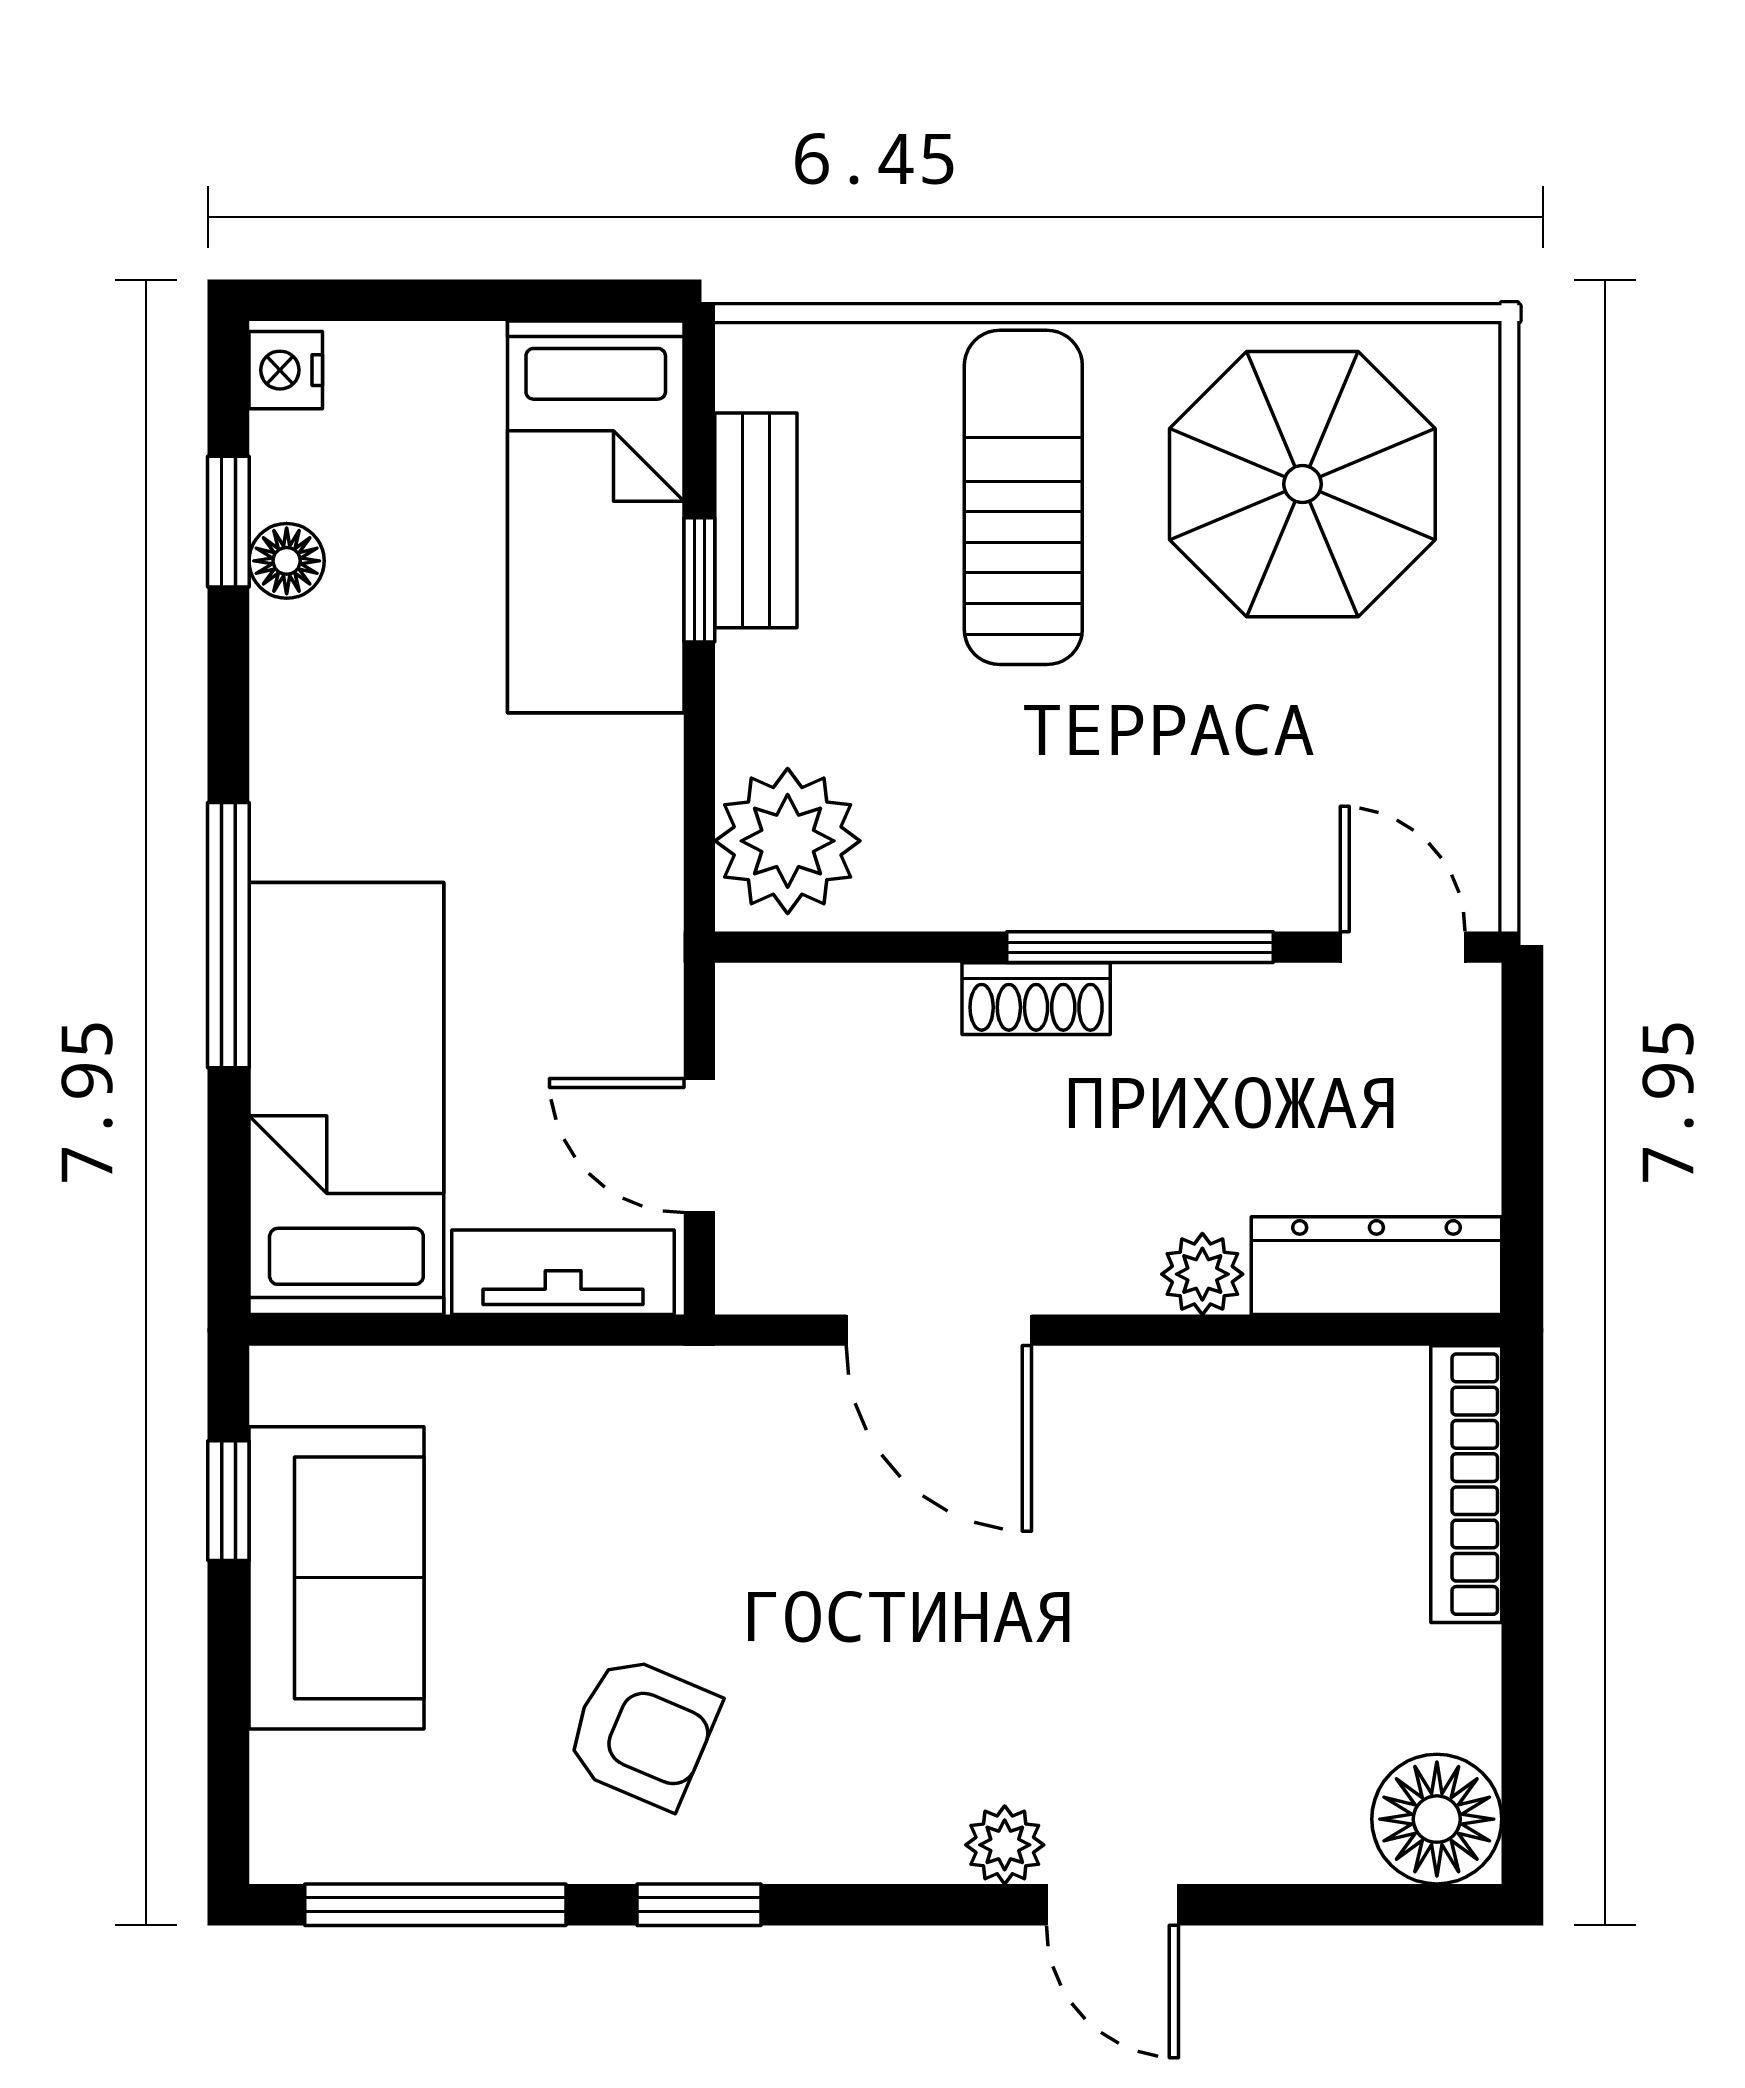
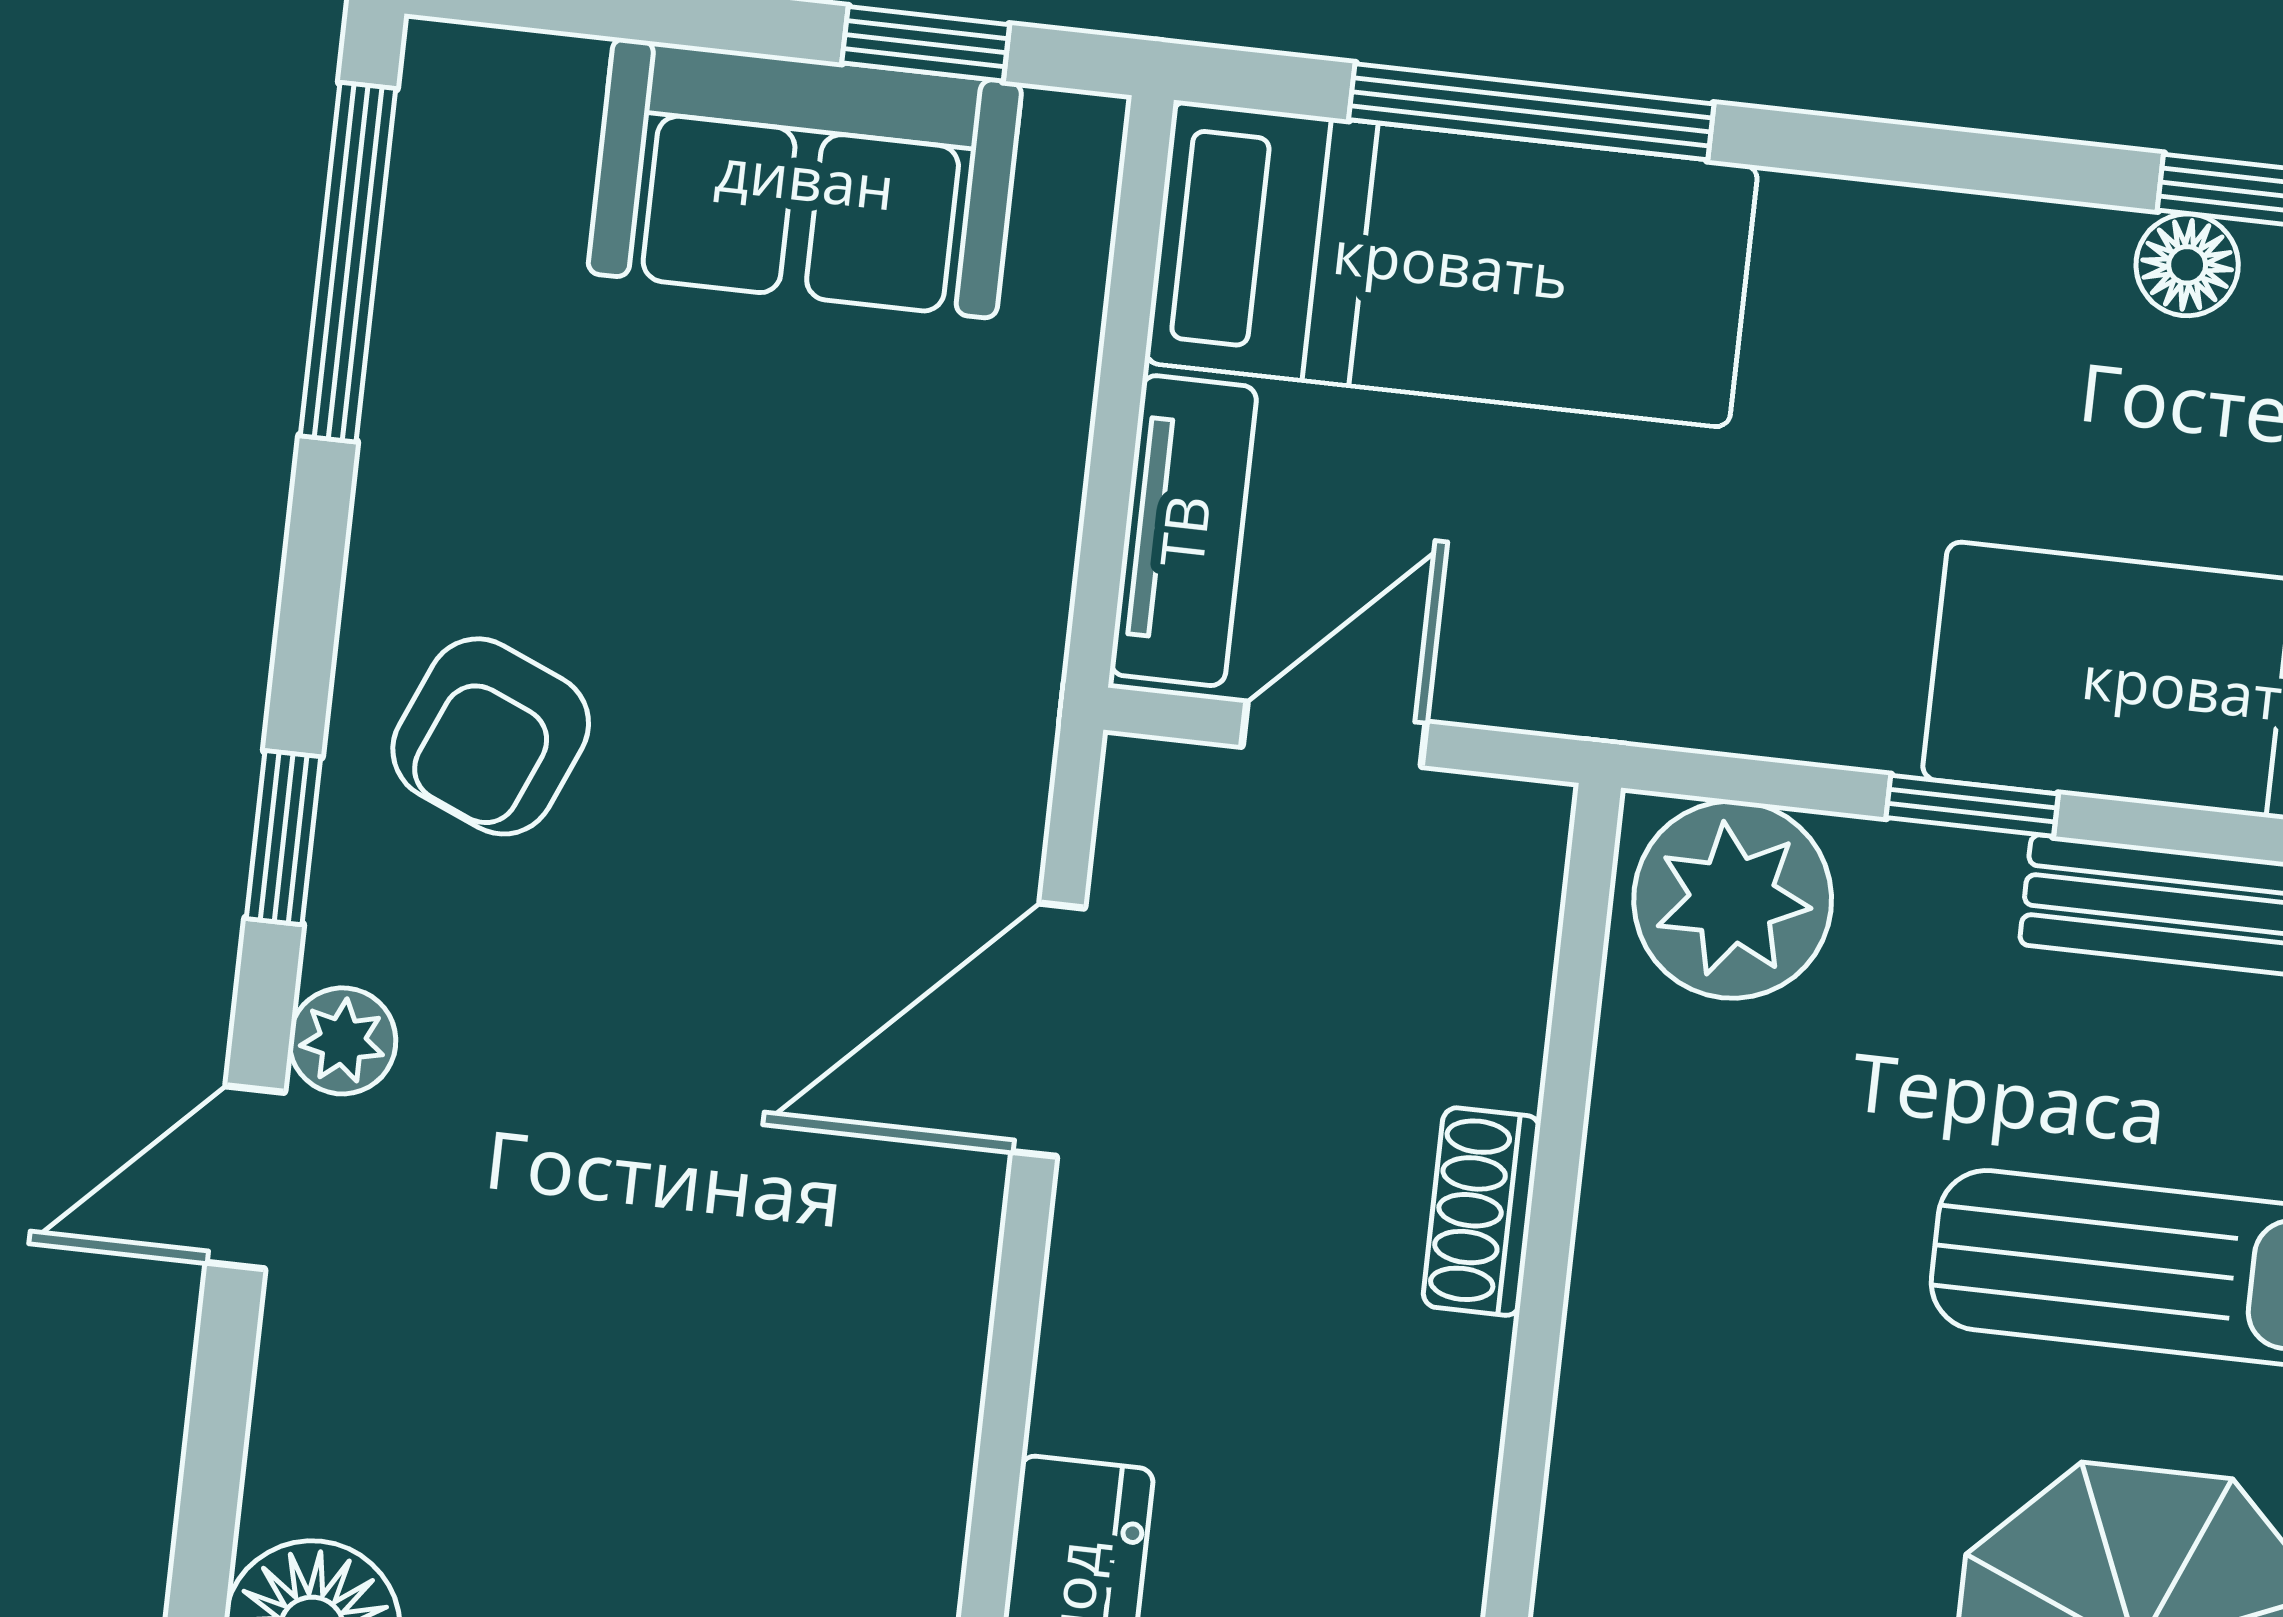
window: (699, 580) -> (1972, 806), moved
window: (228, 935) -> (1531, 112), moved
window: (1140, 947) -> (1535, 1360), removed
plant: (1202, 1274) -> (1084, 1395), removed
armchair: (642, 1732) -> (491, 736), moved
window: (699, 1905) -> (283, 838), moved

